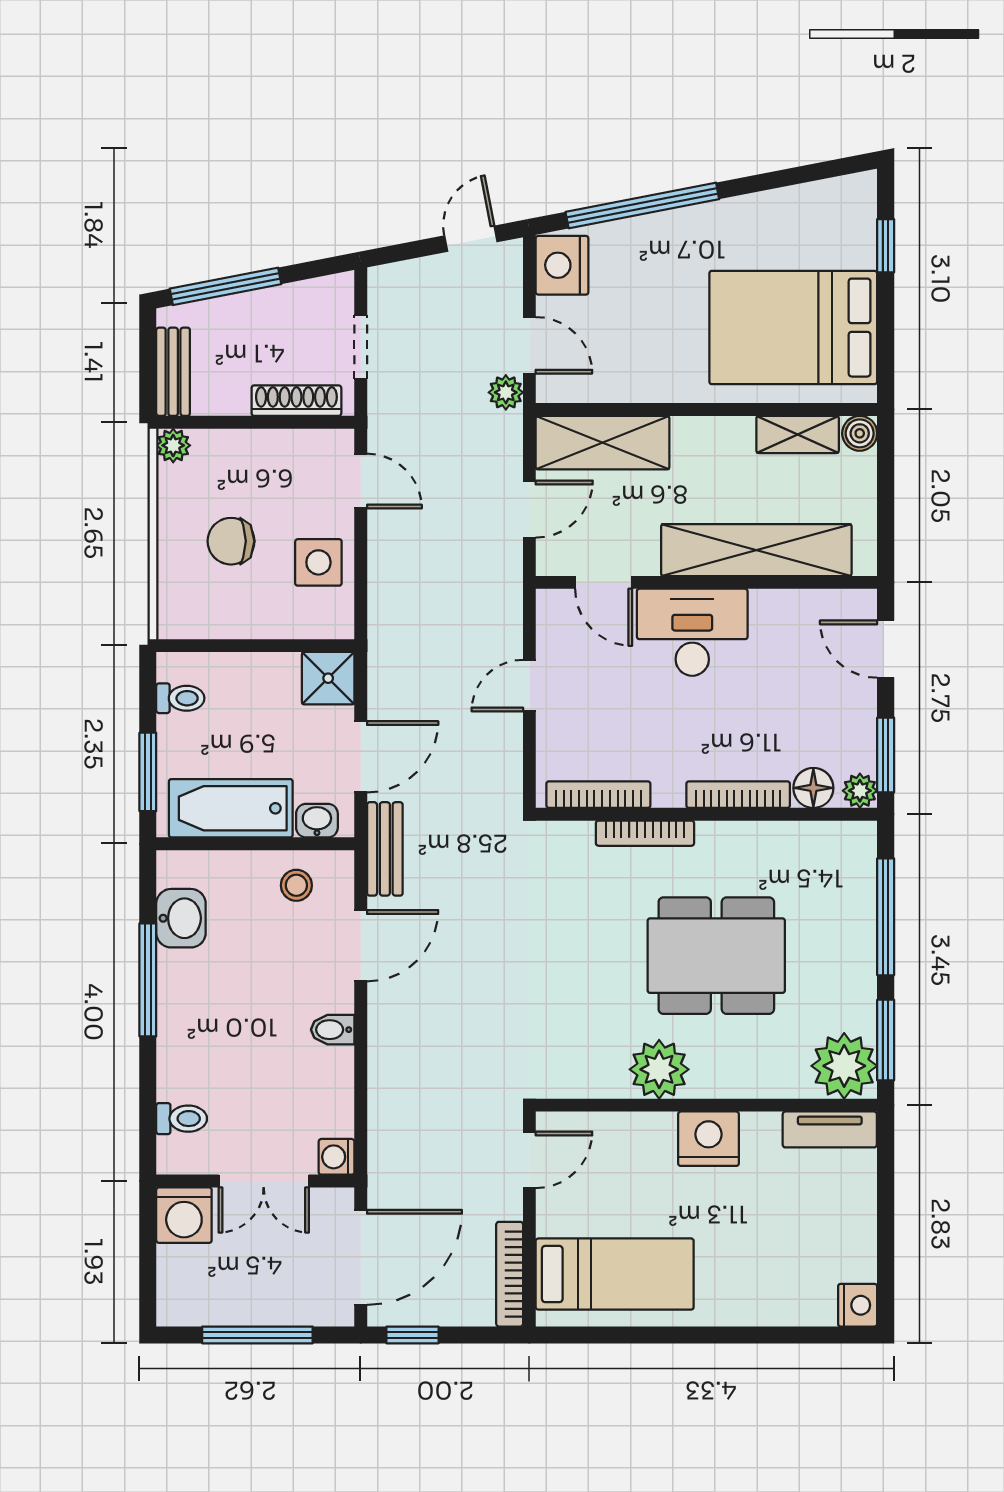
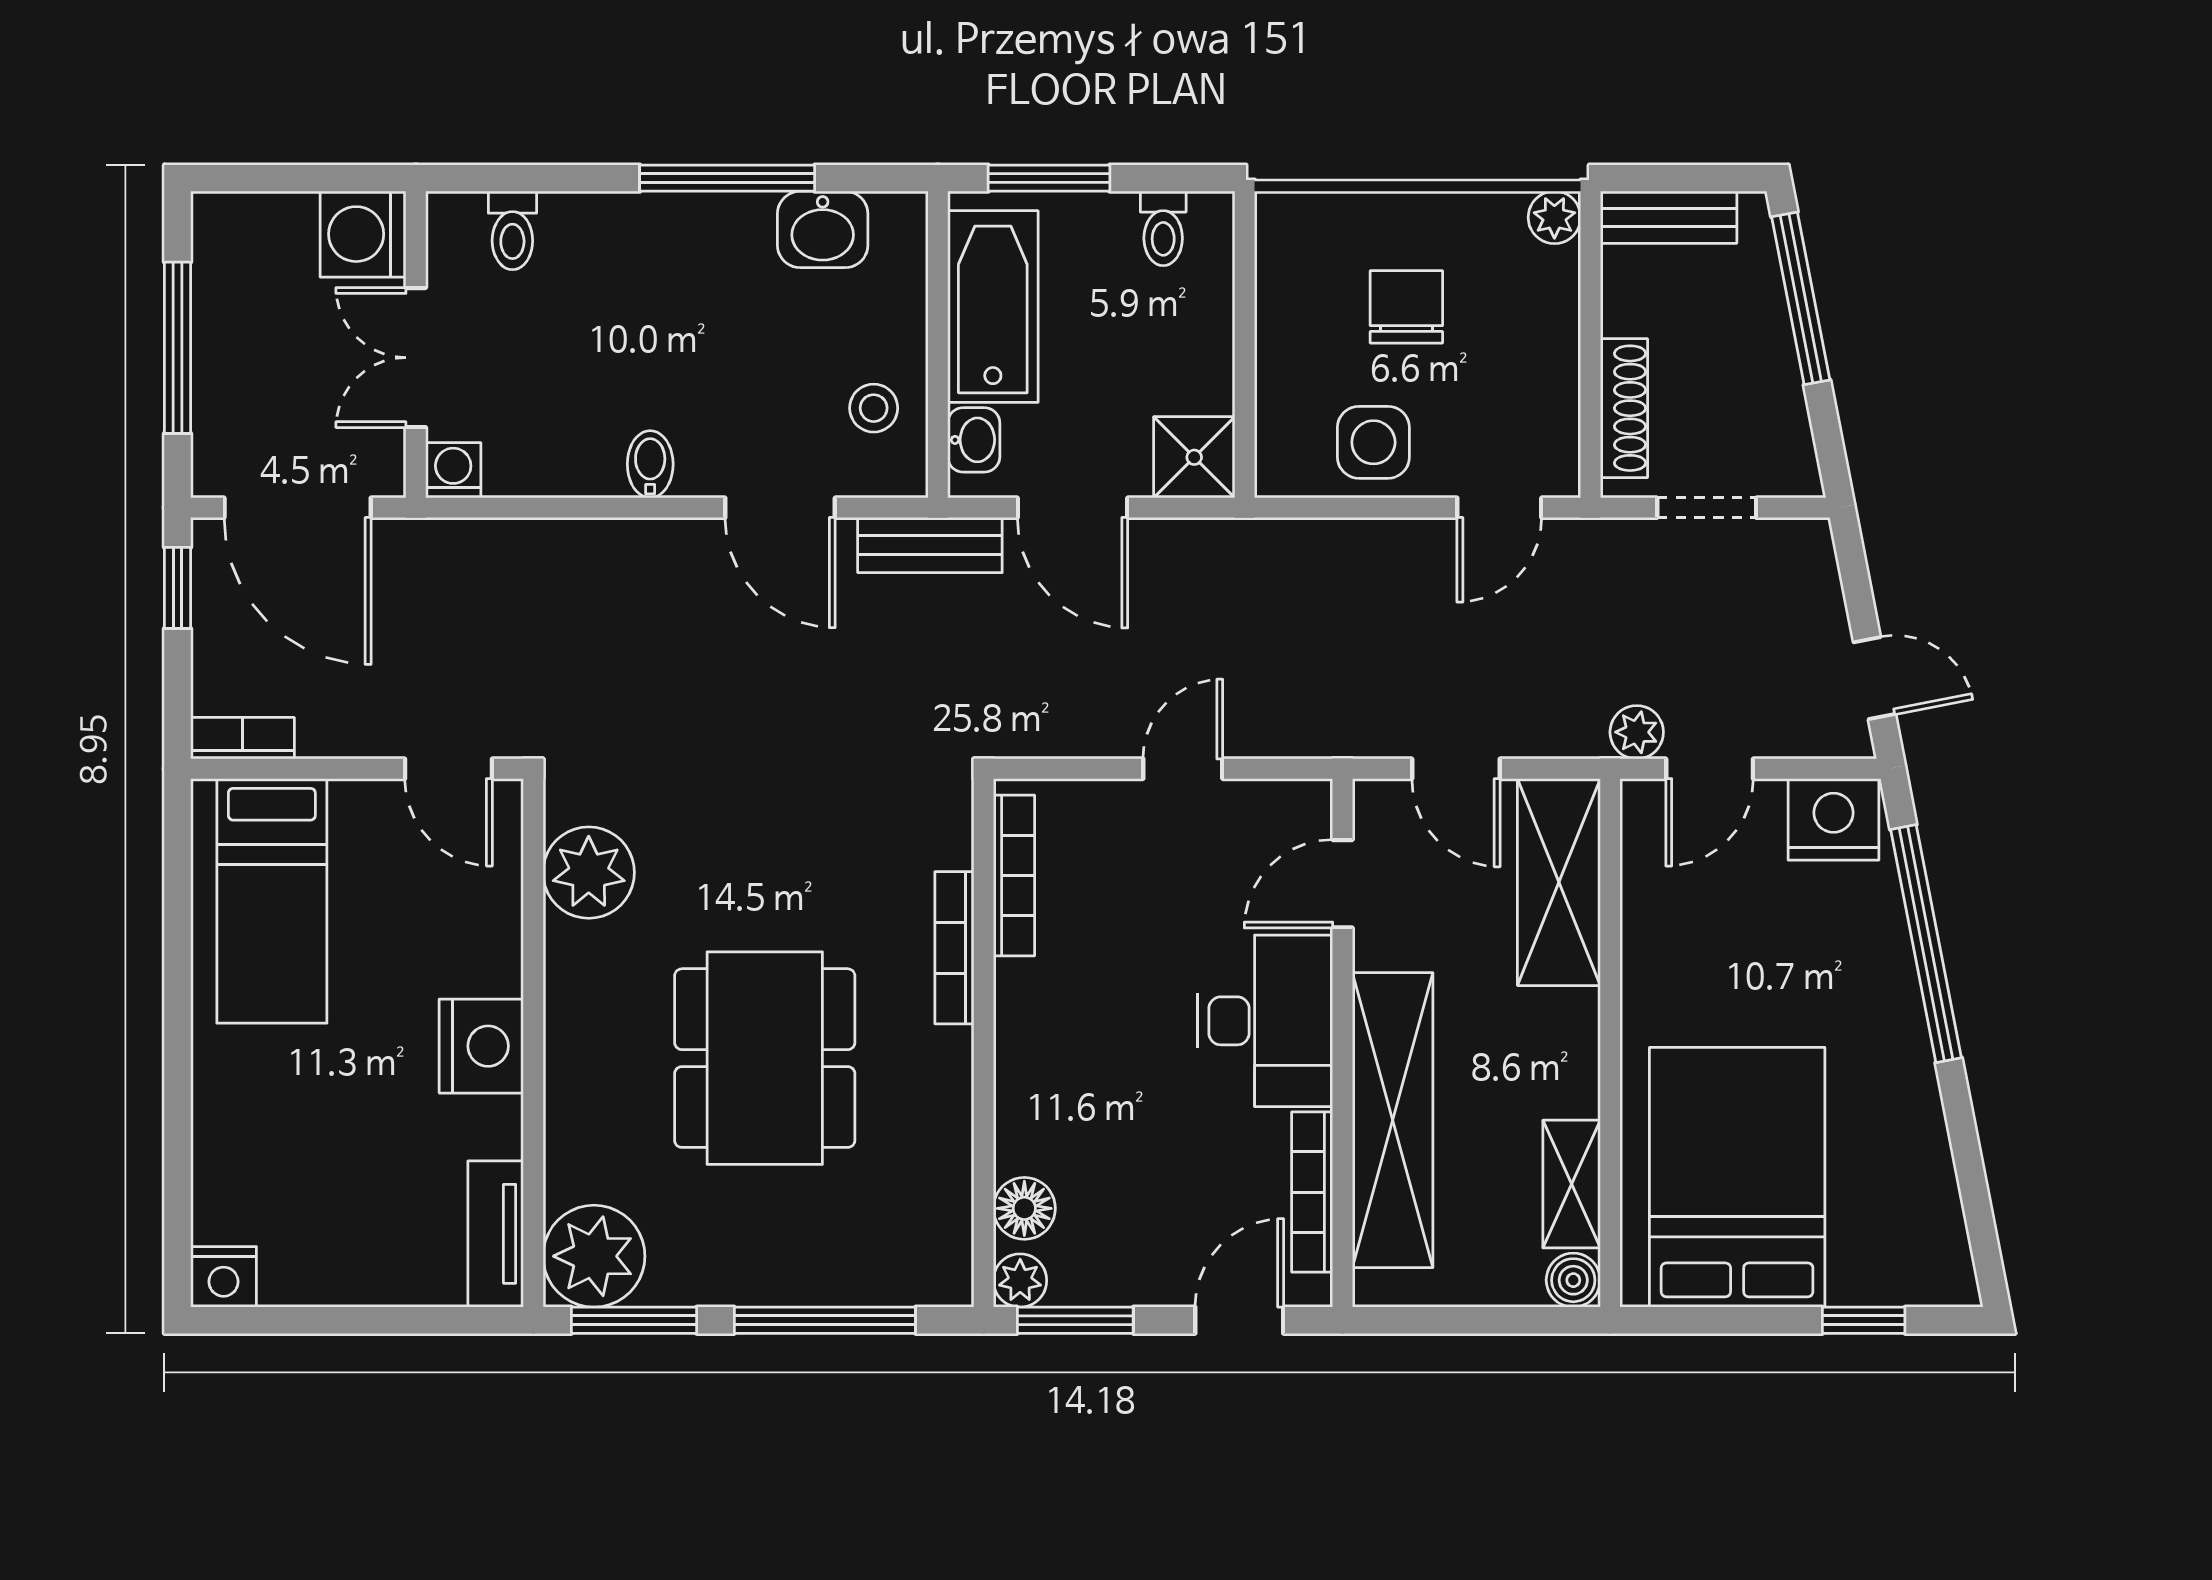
door: (529, 686) -> (1183, 769), hinge flipped
bookcase: (738, 795) -> (1312, 1192), moved, turned 180
plant: (659, 1069) -> (589, 873), moved
bookcase: (510, 1274) -> (242, 738), width x0.64

